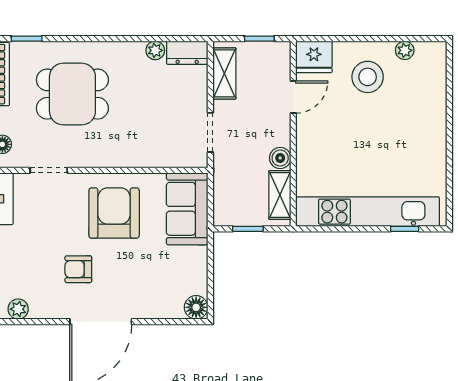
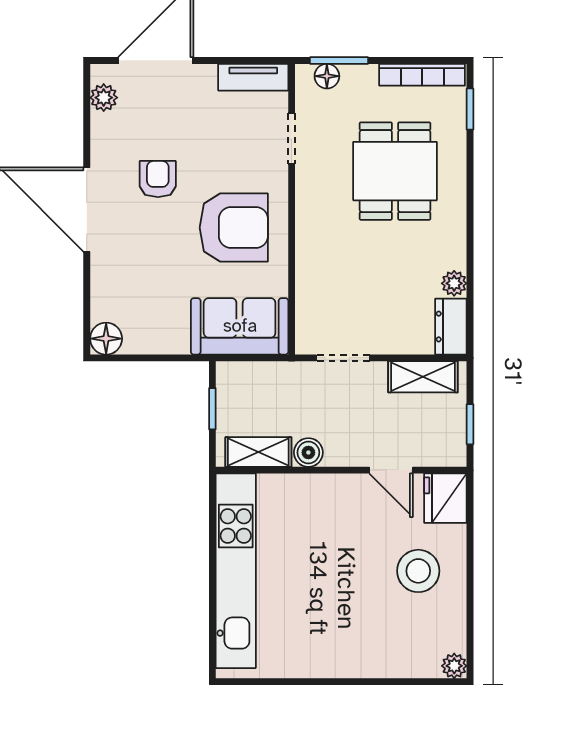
plant: (405, 50) -> (454, 666), moved
window: (405, 229) -> (212, 621), removed

